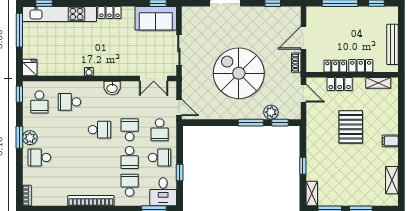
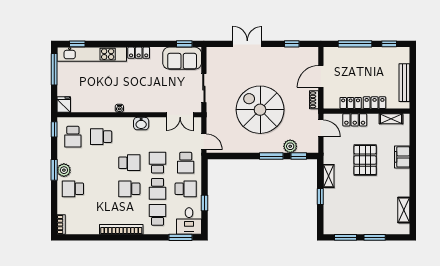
filing cabinet: (390, 141) -> (402, 157), moved, width x2.00
school desk: (99, 157) -> (129, 189), added
shelving: (312, 194) -> (329, 176), moved

